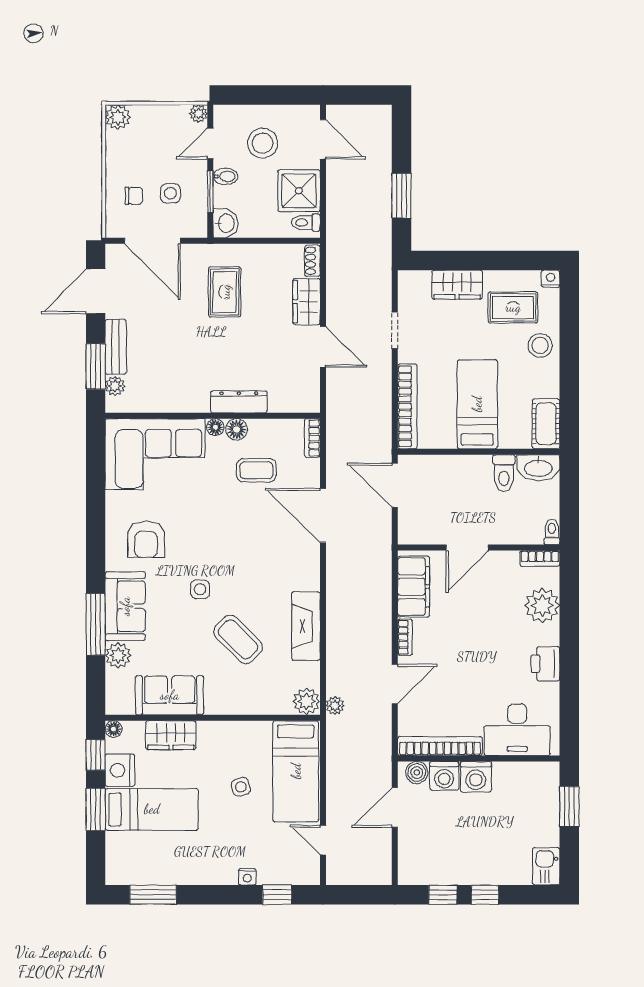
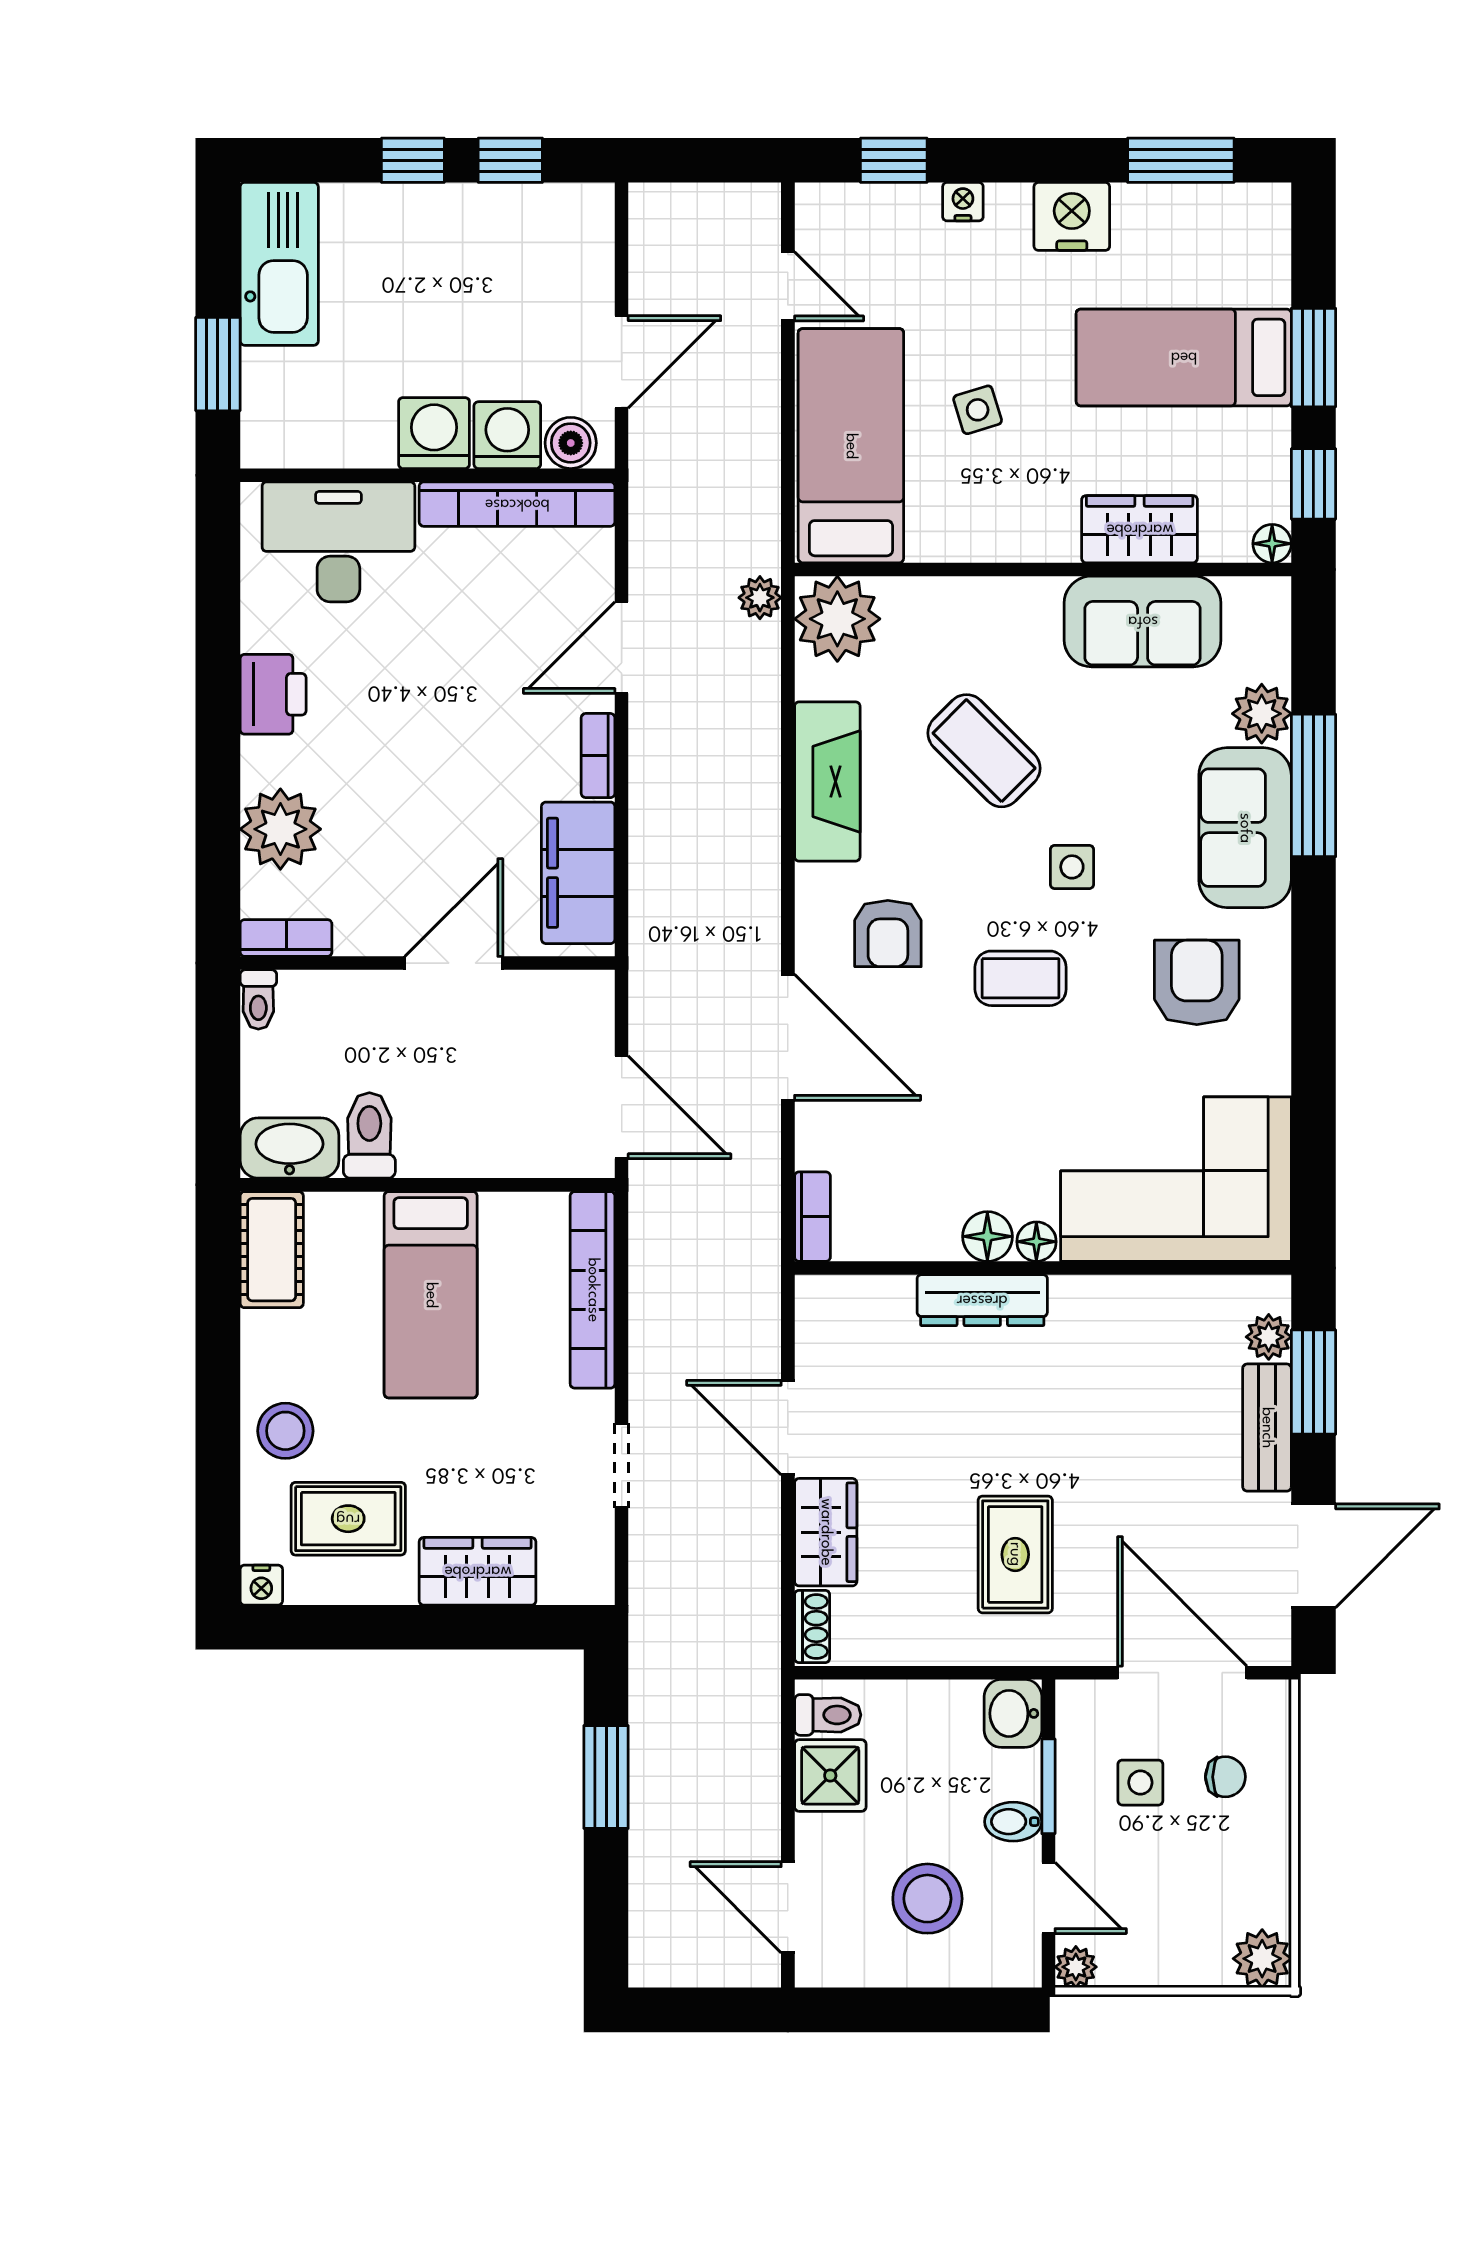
door: (210, 143) -> (1048, 1898), hinge flipped
shower: (299, 191) -> (830, 1776), width x0.73, depth x0.73
chair: (134, 196) -> (1225, 1777), turned 180
coffee table: (256, 470) -> (1021, 978), moved
armchair: (280, 560) -> (888, 933), added
plant: (306, 701) -> (837, 619), width x1.36, depth x1.36
nightstand: (120, 770) -> (1072, 216), moved, turned -90
kitchen sink: (546, 866) -> (279, 264), width x1.88, depth x1.24

